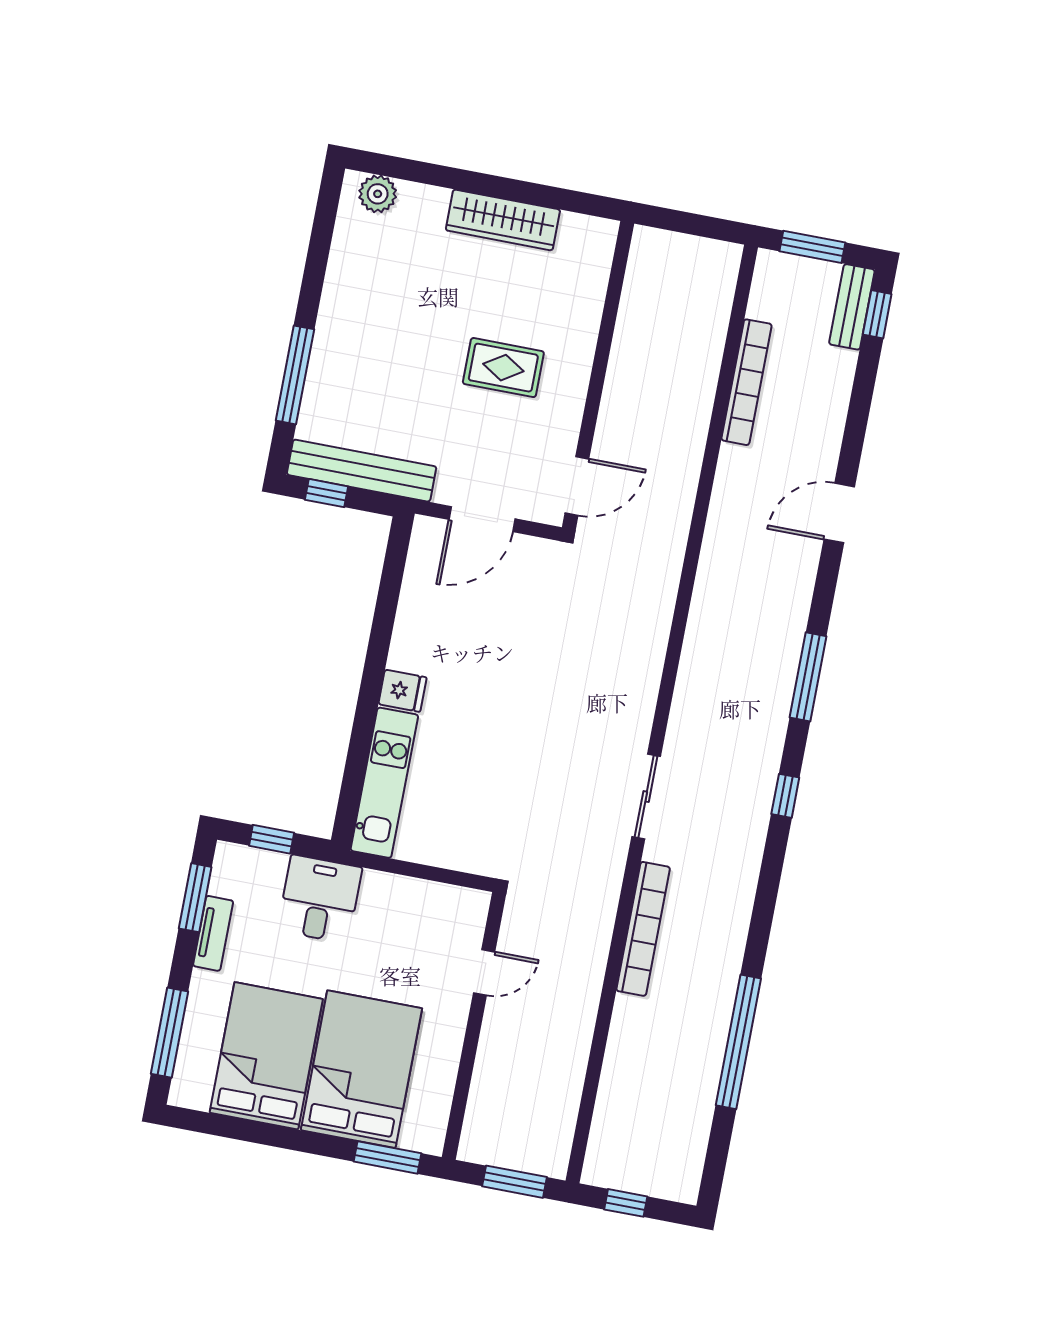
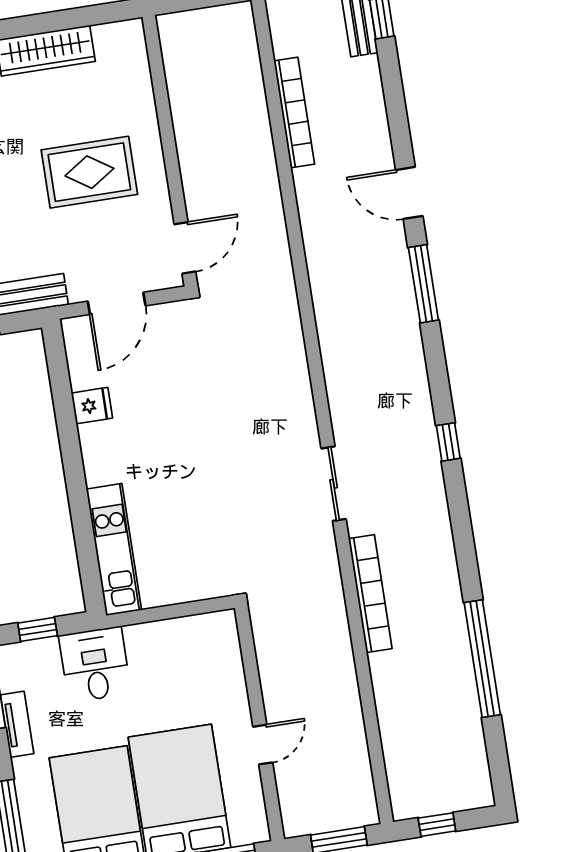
rug: (503, 368) -> (89, 172), width x1.36, depth x1.43
door: (839, 513) -> (409, 193), hinge flipped
window: (808, 677) -> (423, 284), moved
fridge: (402, 691) -> (92, 406), moved
door: (484, 972) -> (263, 745), moved

